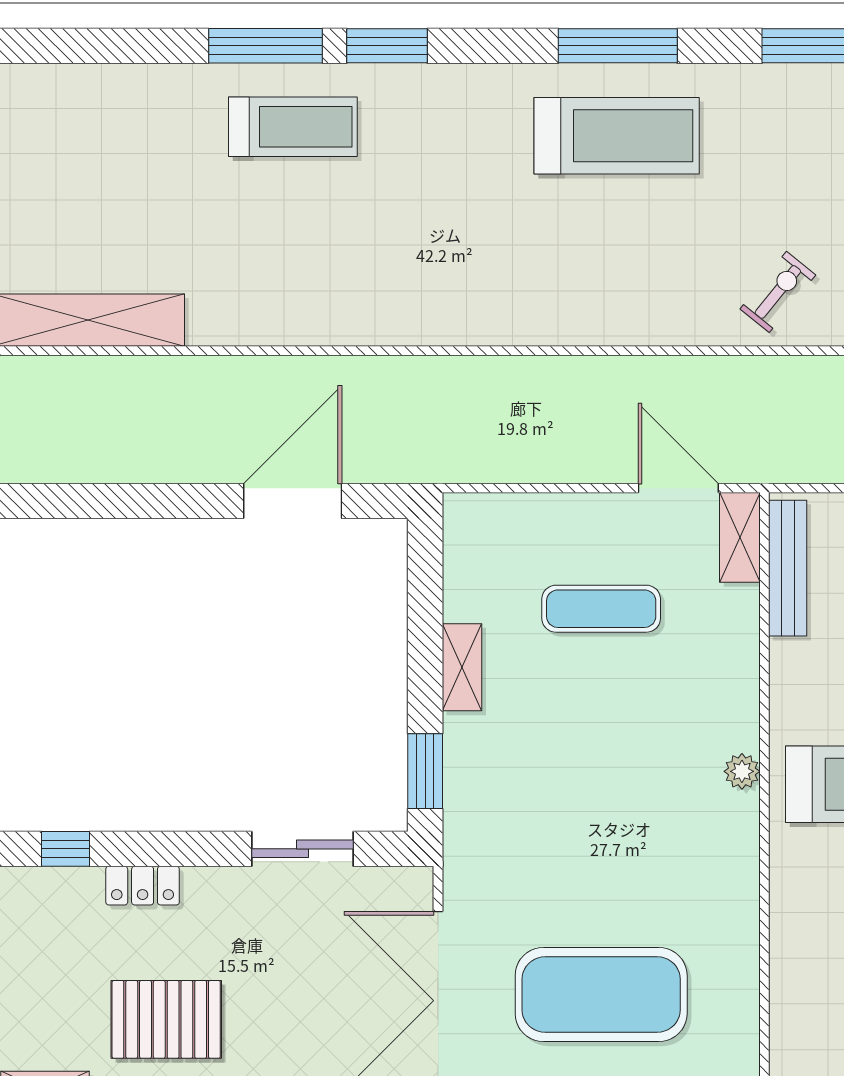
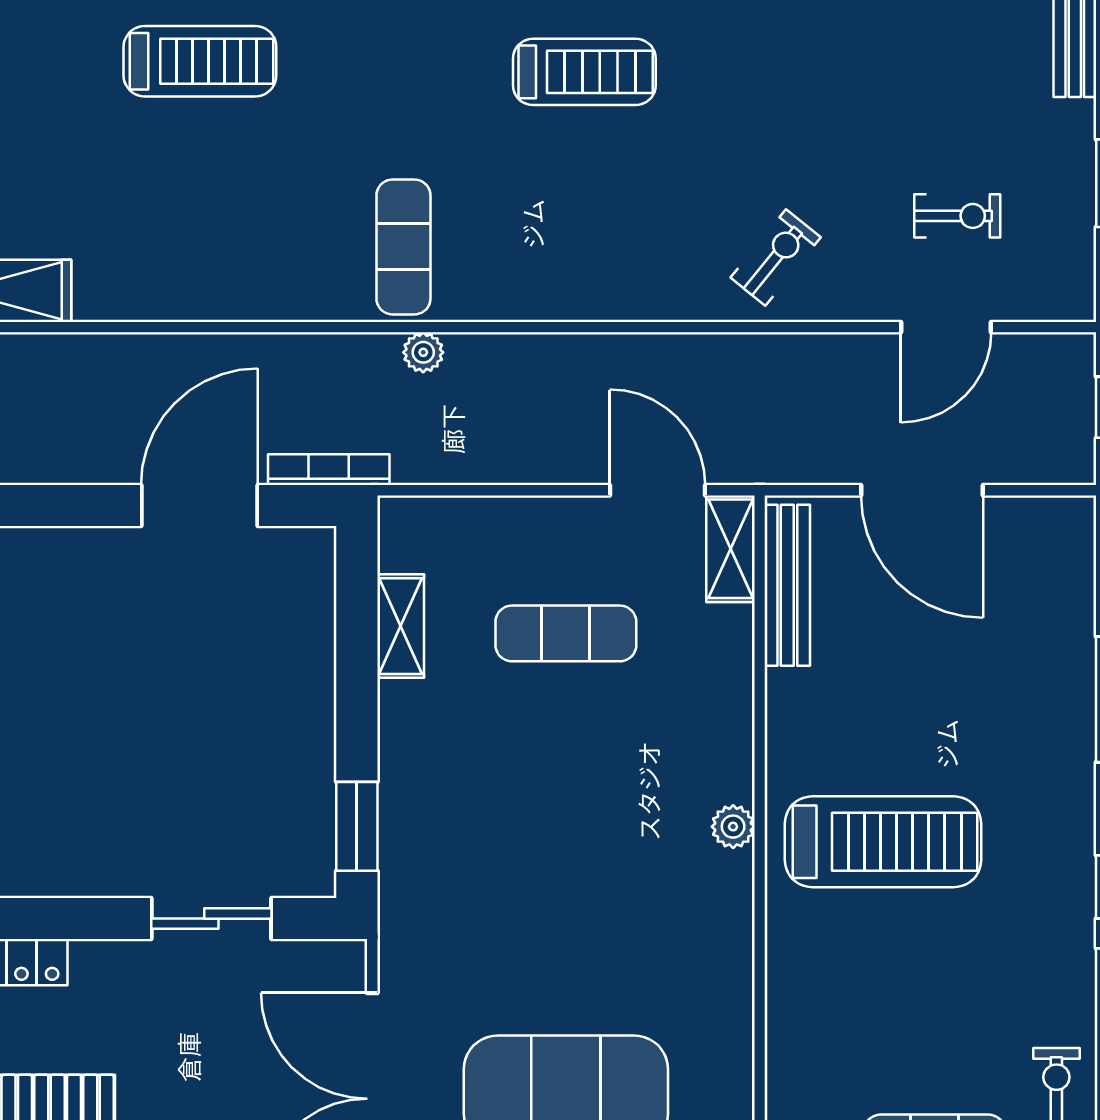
treadmill: (617, 136) -> (584, 72), width x0.73, depth x0.73
exercise mat: (464, 283) -> (403, 247), added
plant: (481, 372) -> (423, 352), added
bookcase: (401, 471) -> (329, 470), added
shelving: (462, 667) -> (401, 626), moved

